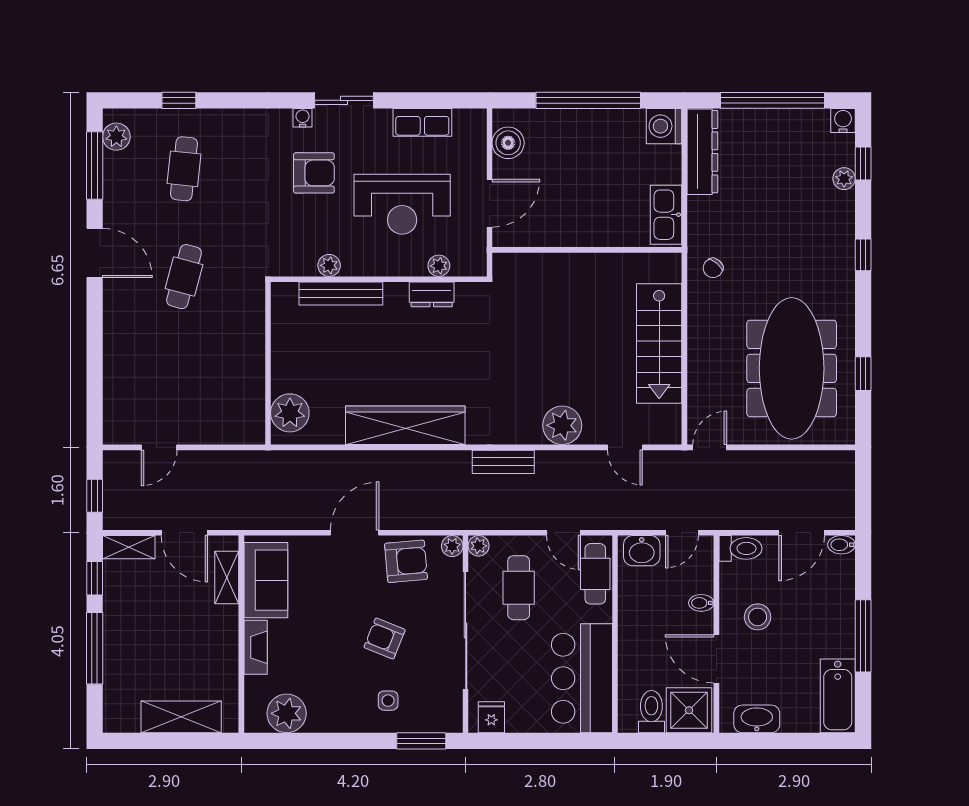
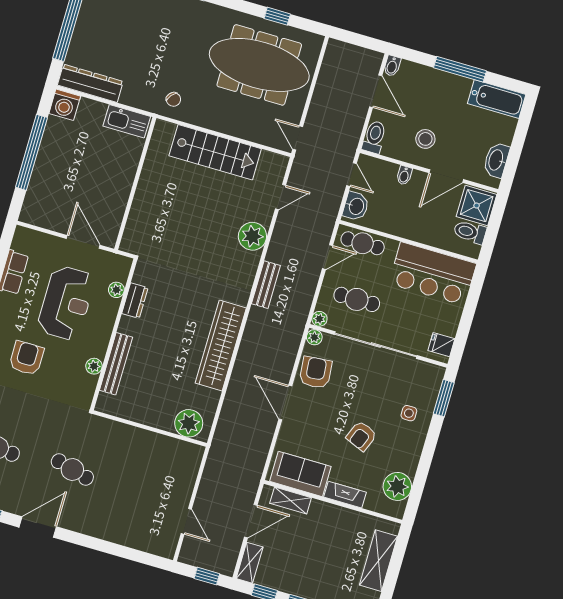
boiler: (508, 143) -> (45, 217), removed
armchair: (385, 639) -> (361, 436), moved

